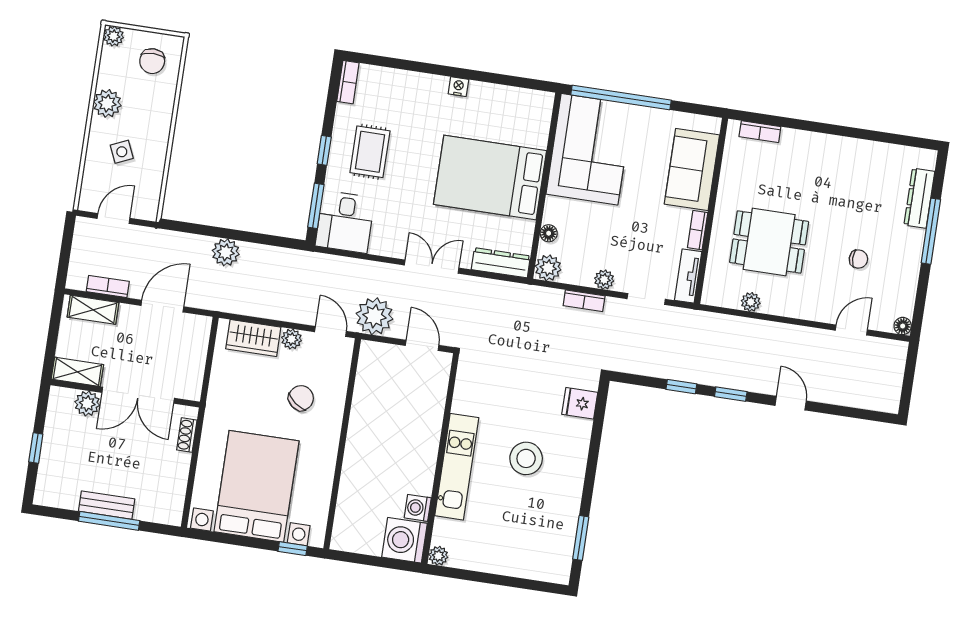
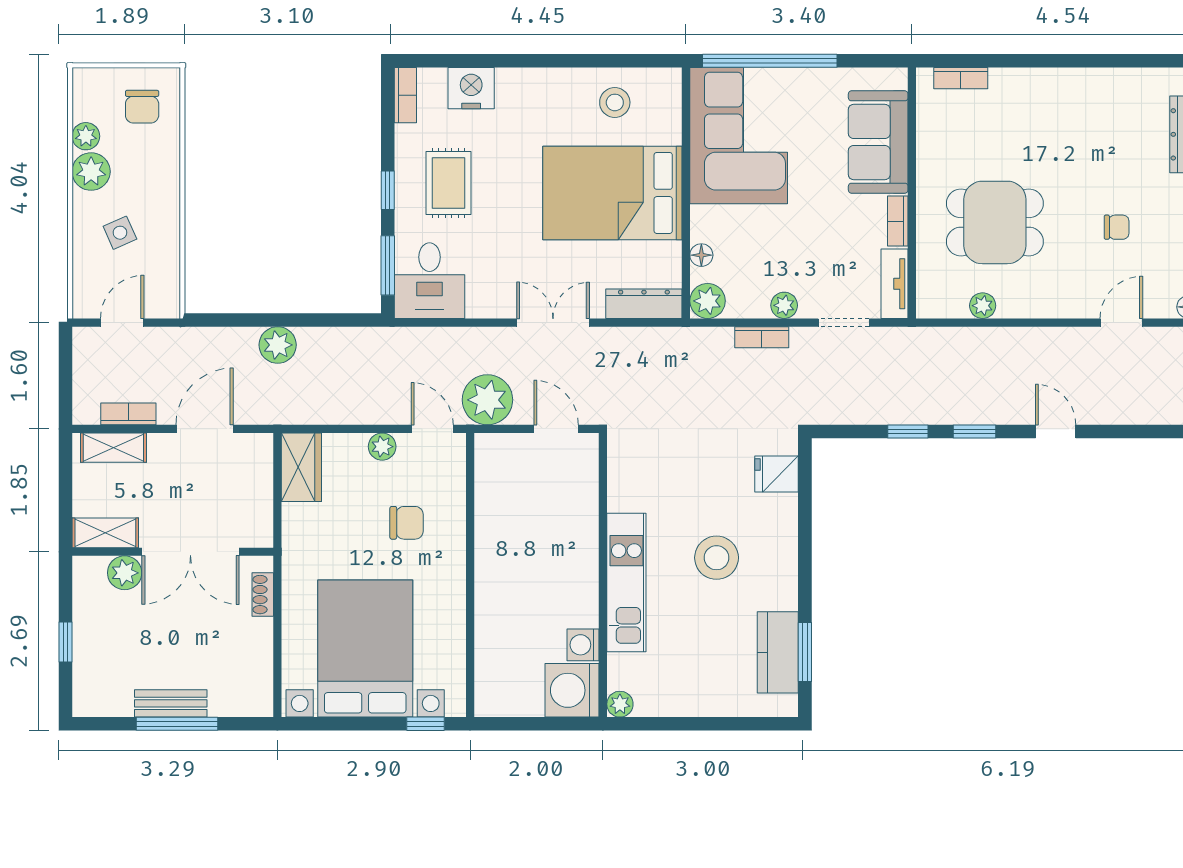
plant: (114, 36) -> (86, 136), moved
nightstand: (458, 87) -> (471, 88), moved, width x1.89, depth x1.79
stool: (502, 111) -> (615, 102), added
wardrobe: (253, 338) -> (301, 467), moved, turned -90
chair: (301, 398) -> (407, 523), turned 52
kitchen counter: (561, 535) -> (778, 652), added

